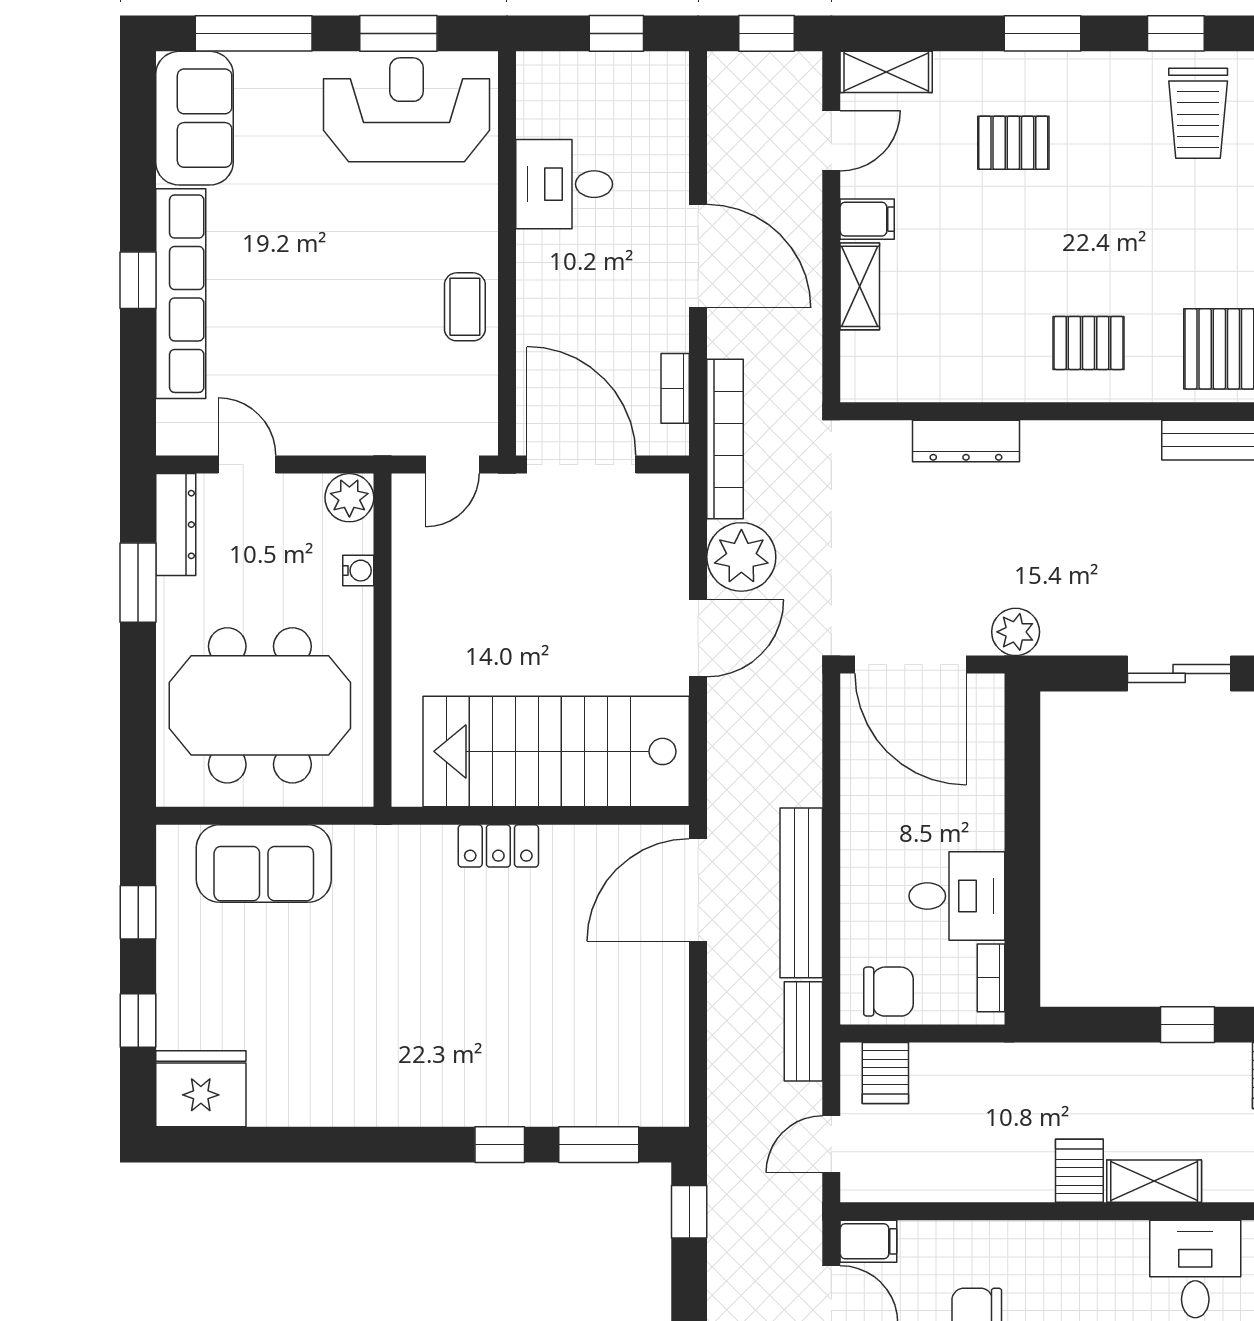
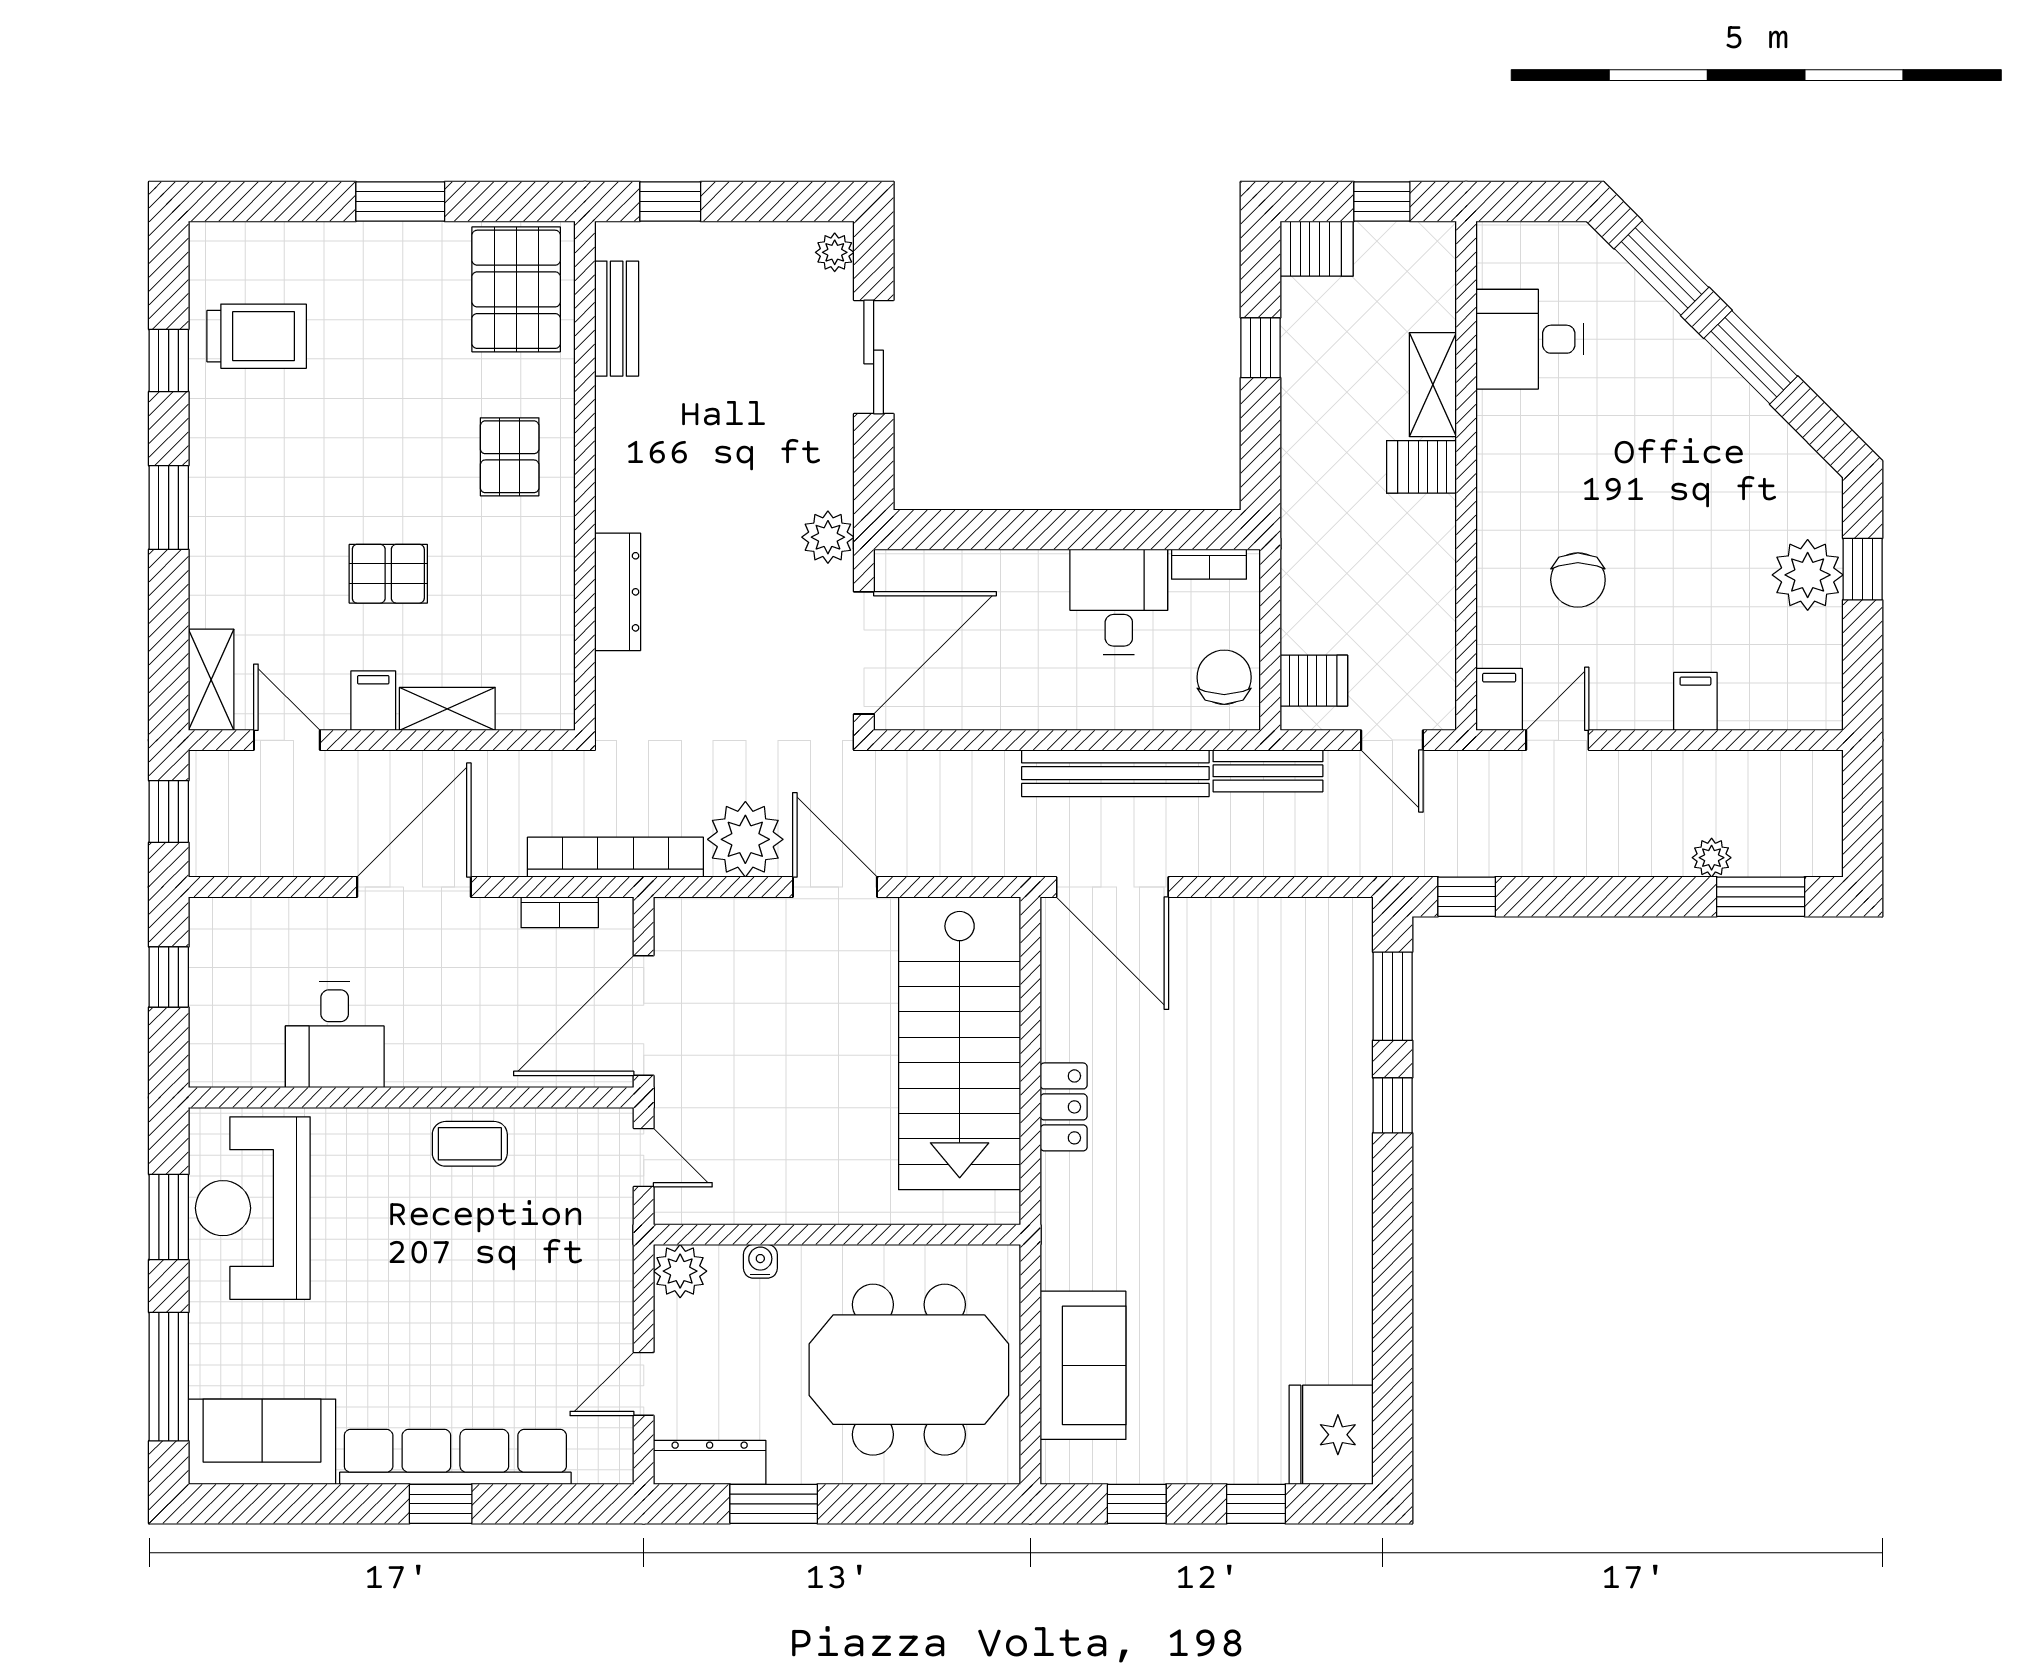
pallet: (1013, 143) -> (388, 574), moved, turned 90
meeting table: (260, 705) -> (909, 1370), turned 90

